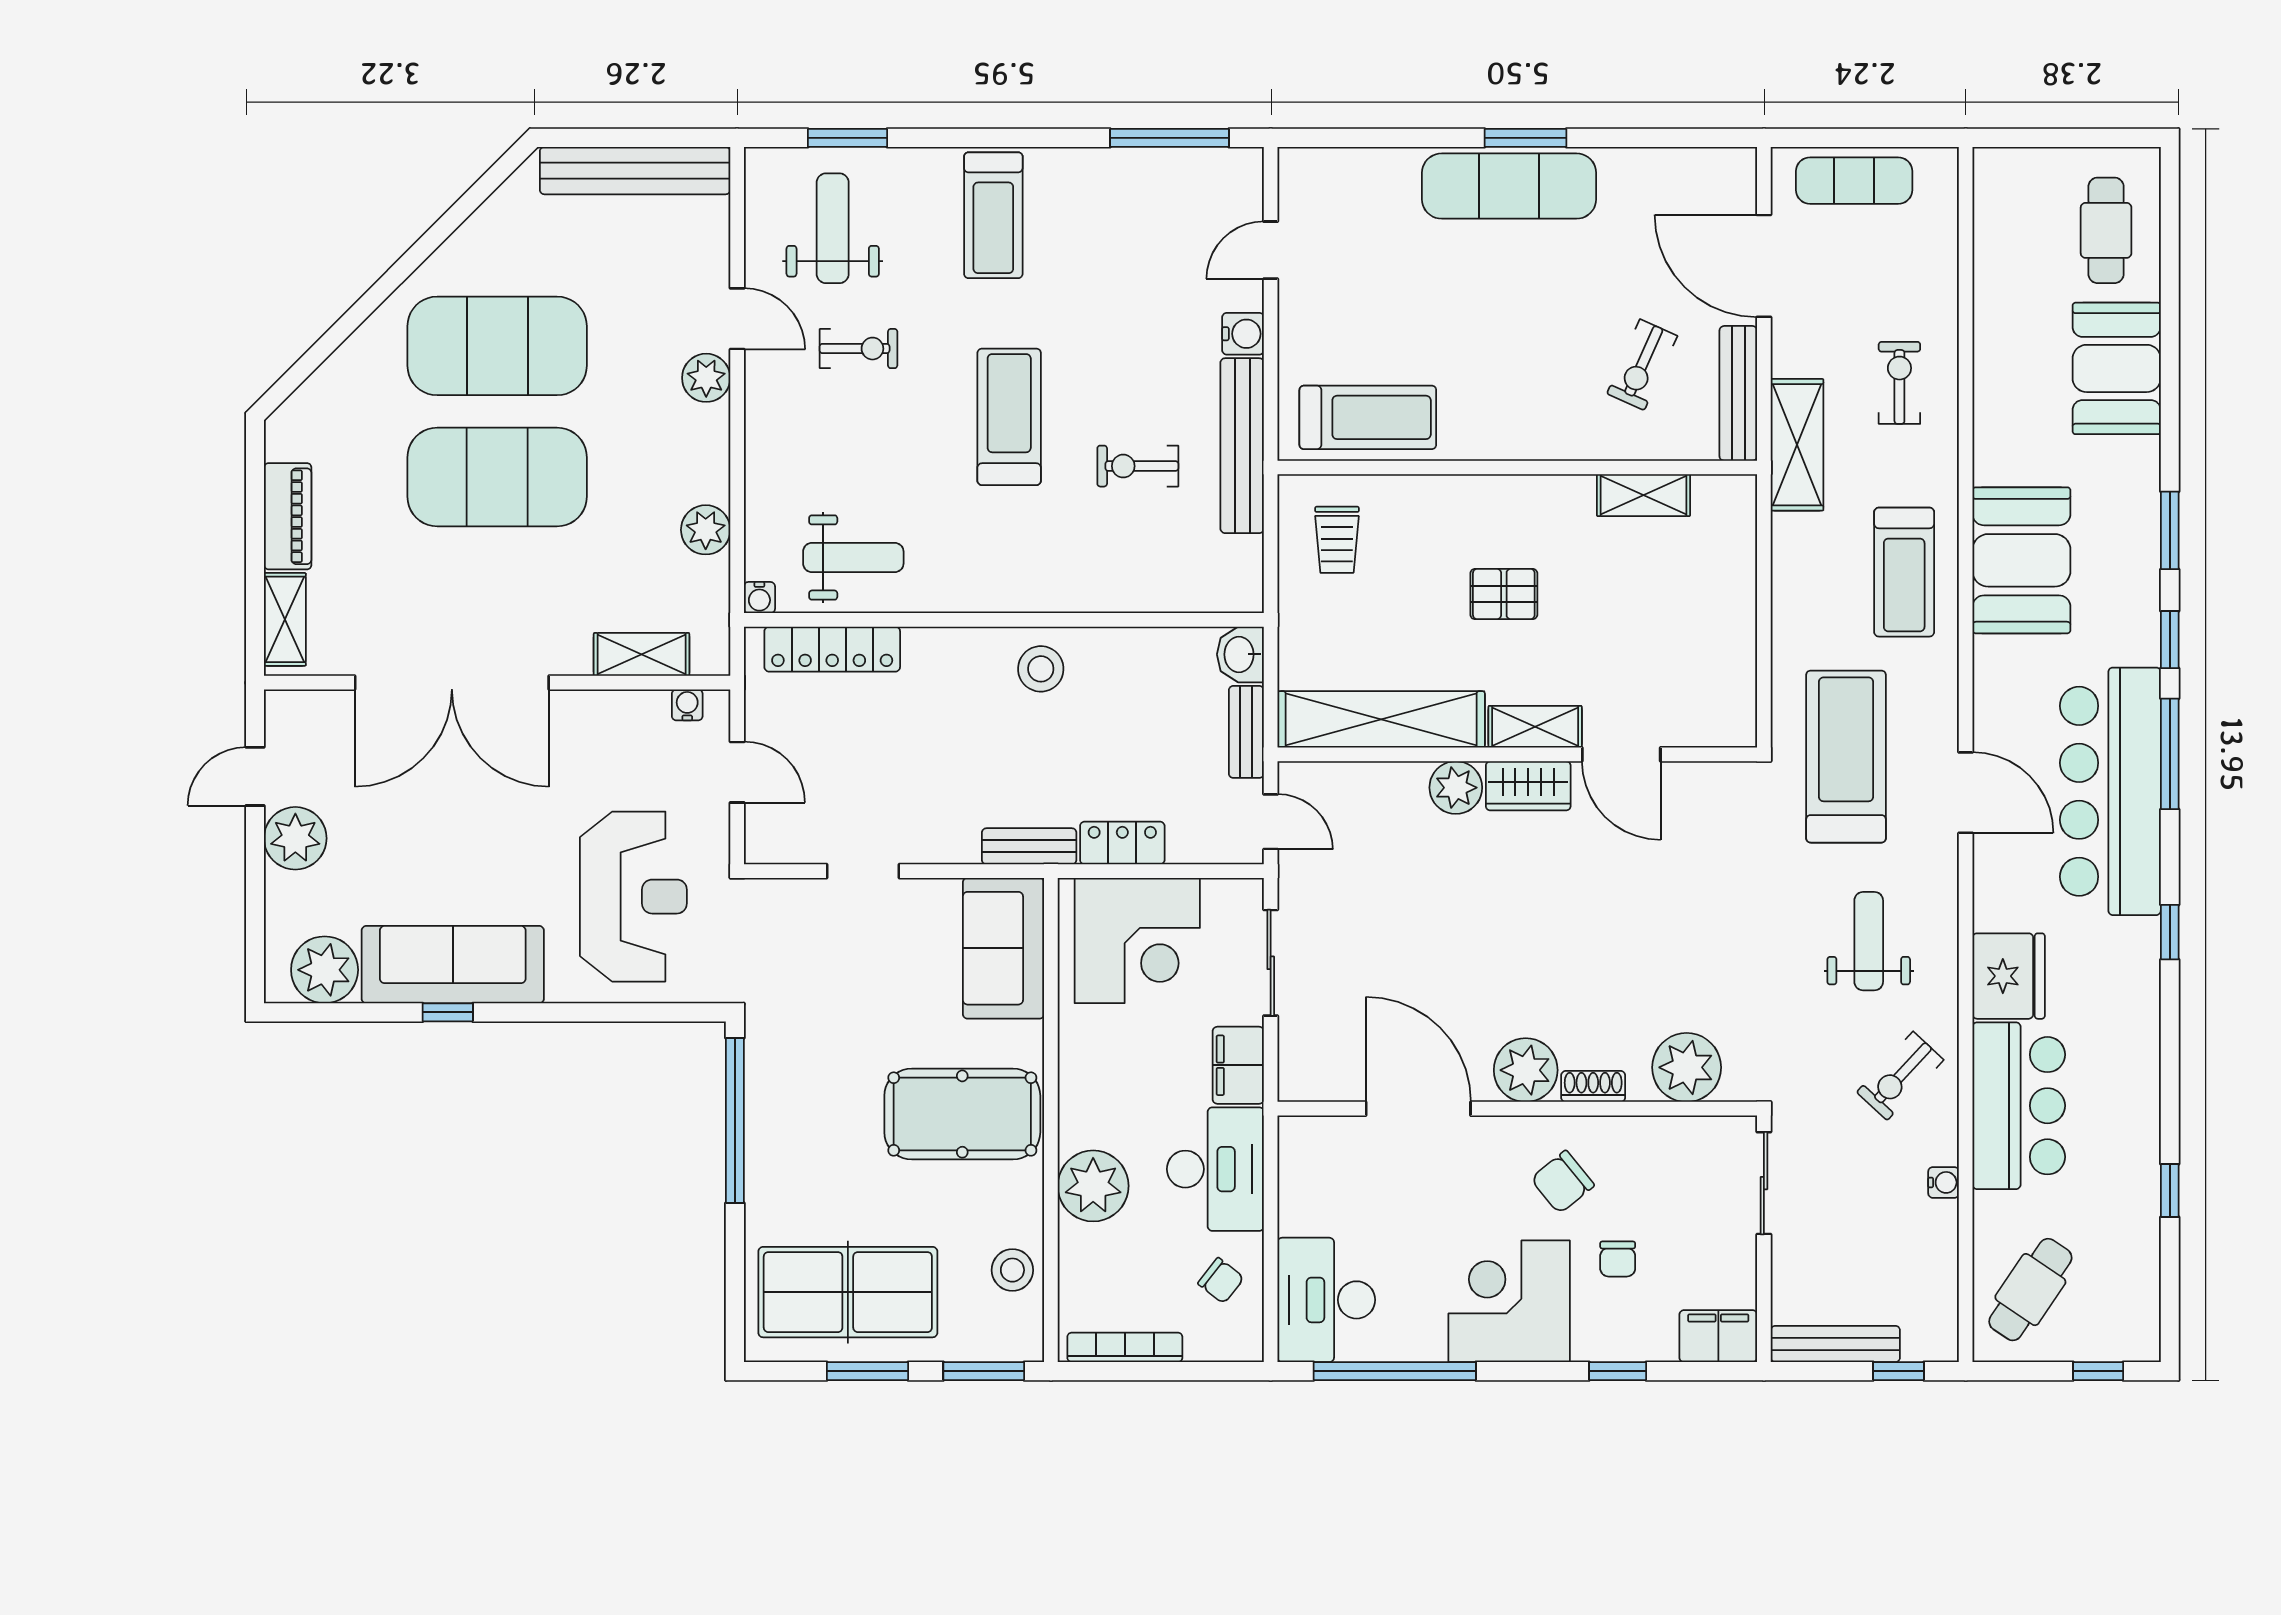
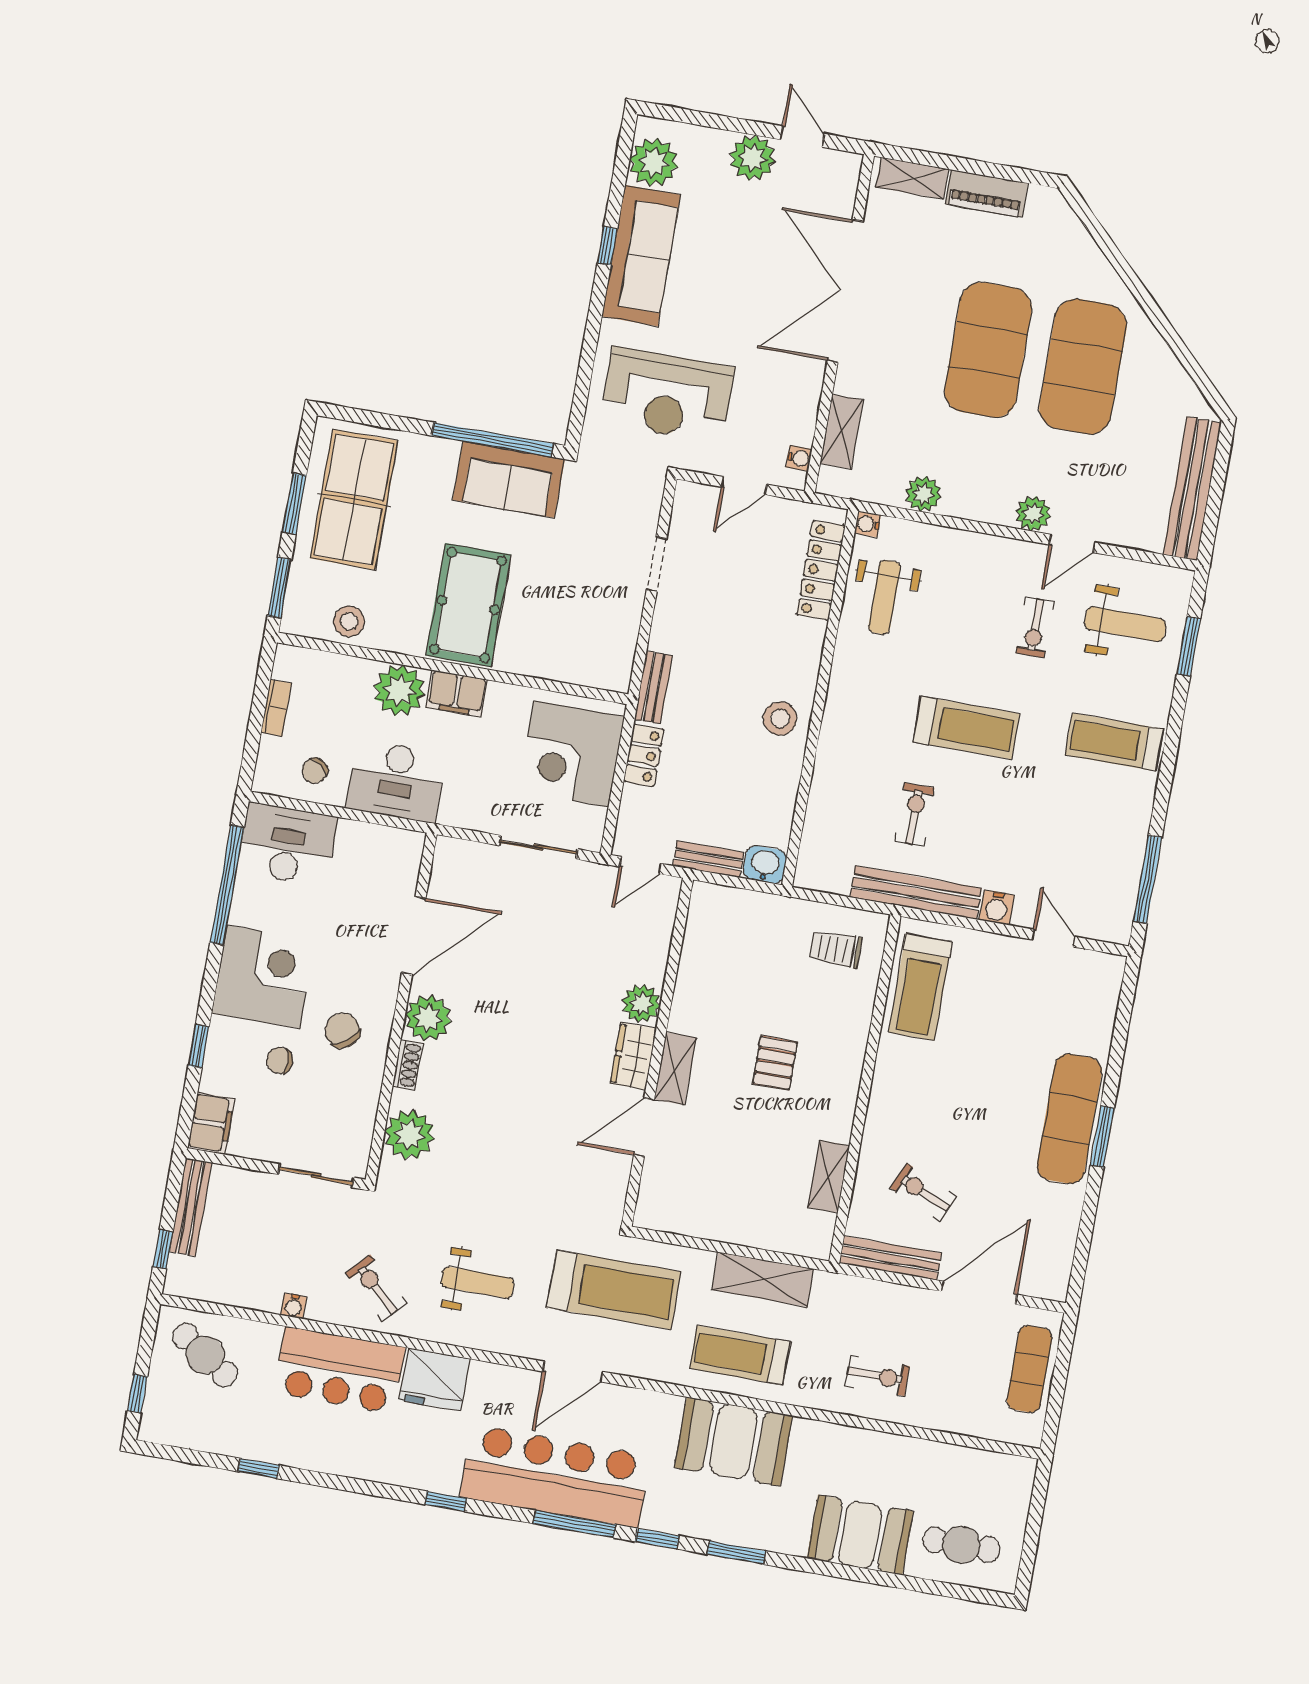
shelving: (1797, 445) -> (763, 1279), moved
shelving: (1381, 719) -> (700, 958), removed
sofa: (1003, 948) -> (509, 480), moved, turned 180
filing cabinet: (1238, 1065) -> (457, 693), moved, turned 180
bookcase: (1125, 1347) -> (276, 708), width x0.64

